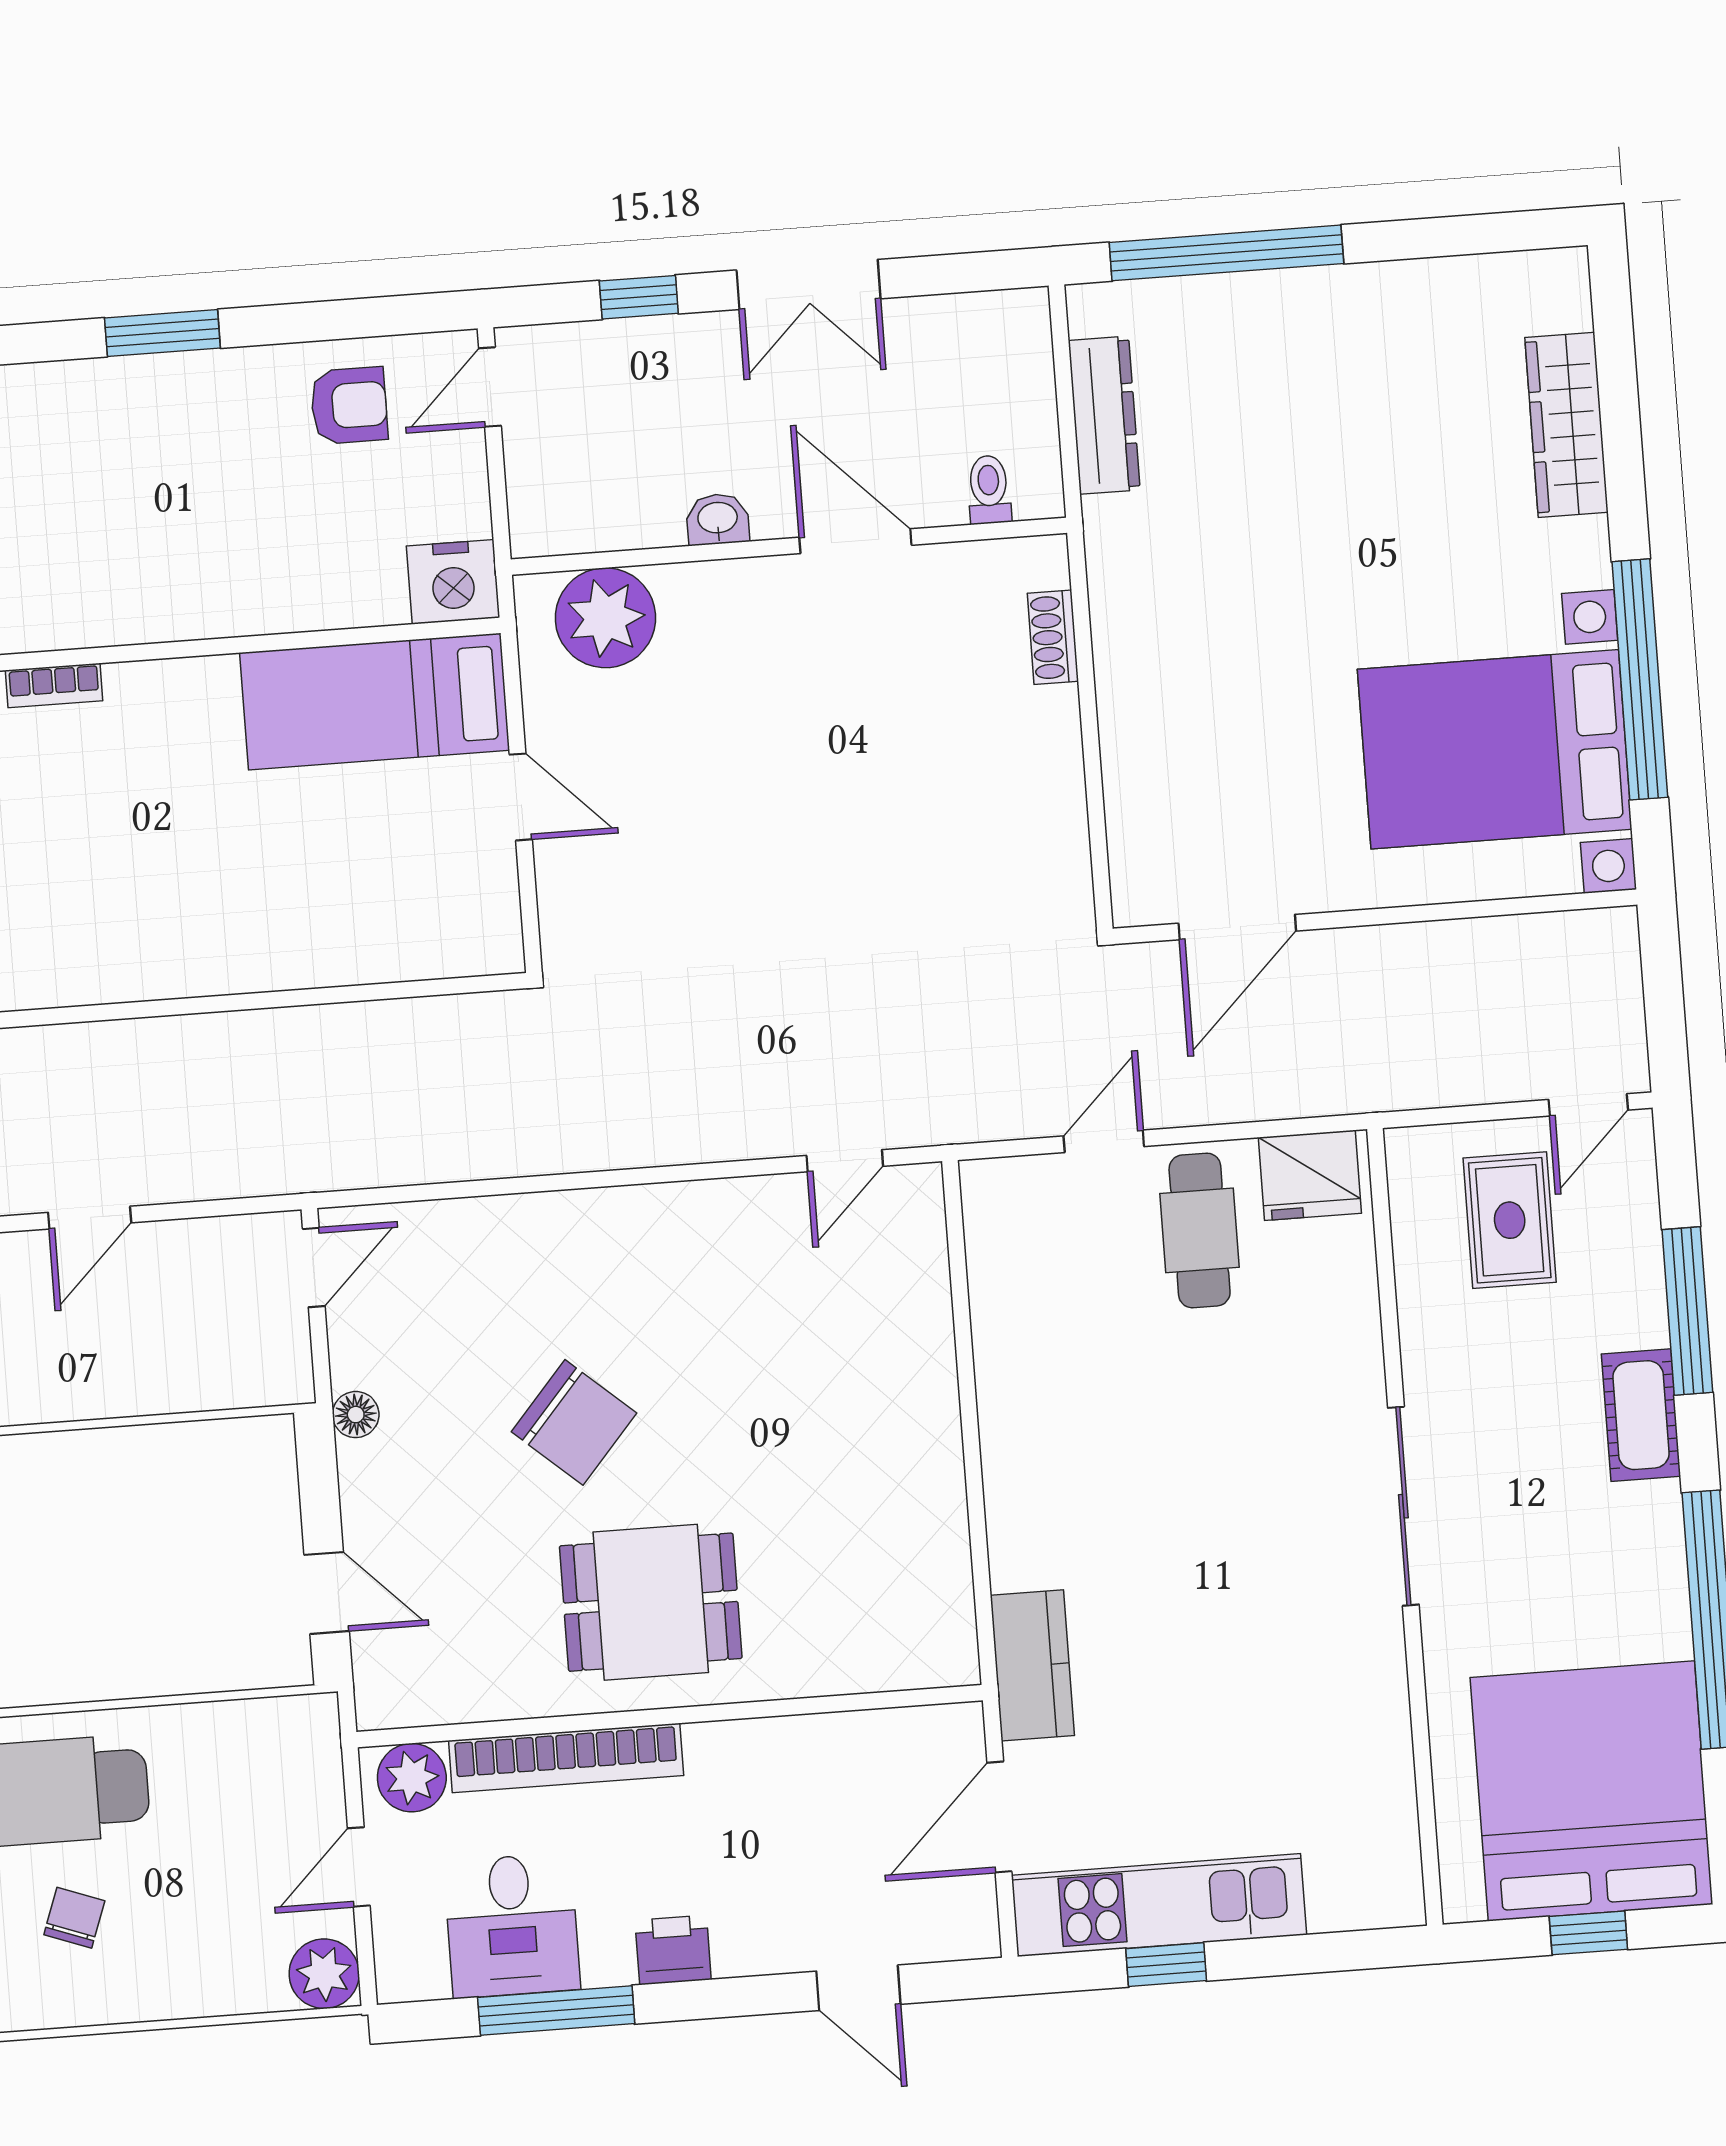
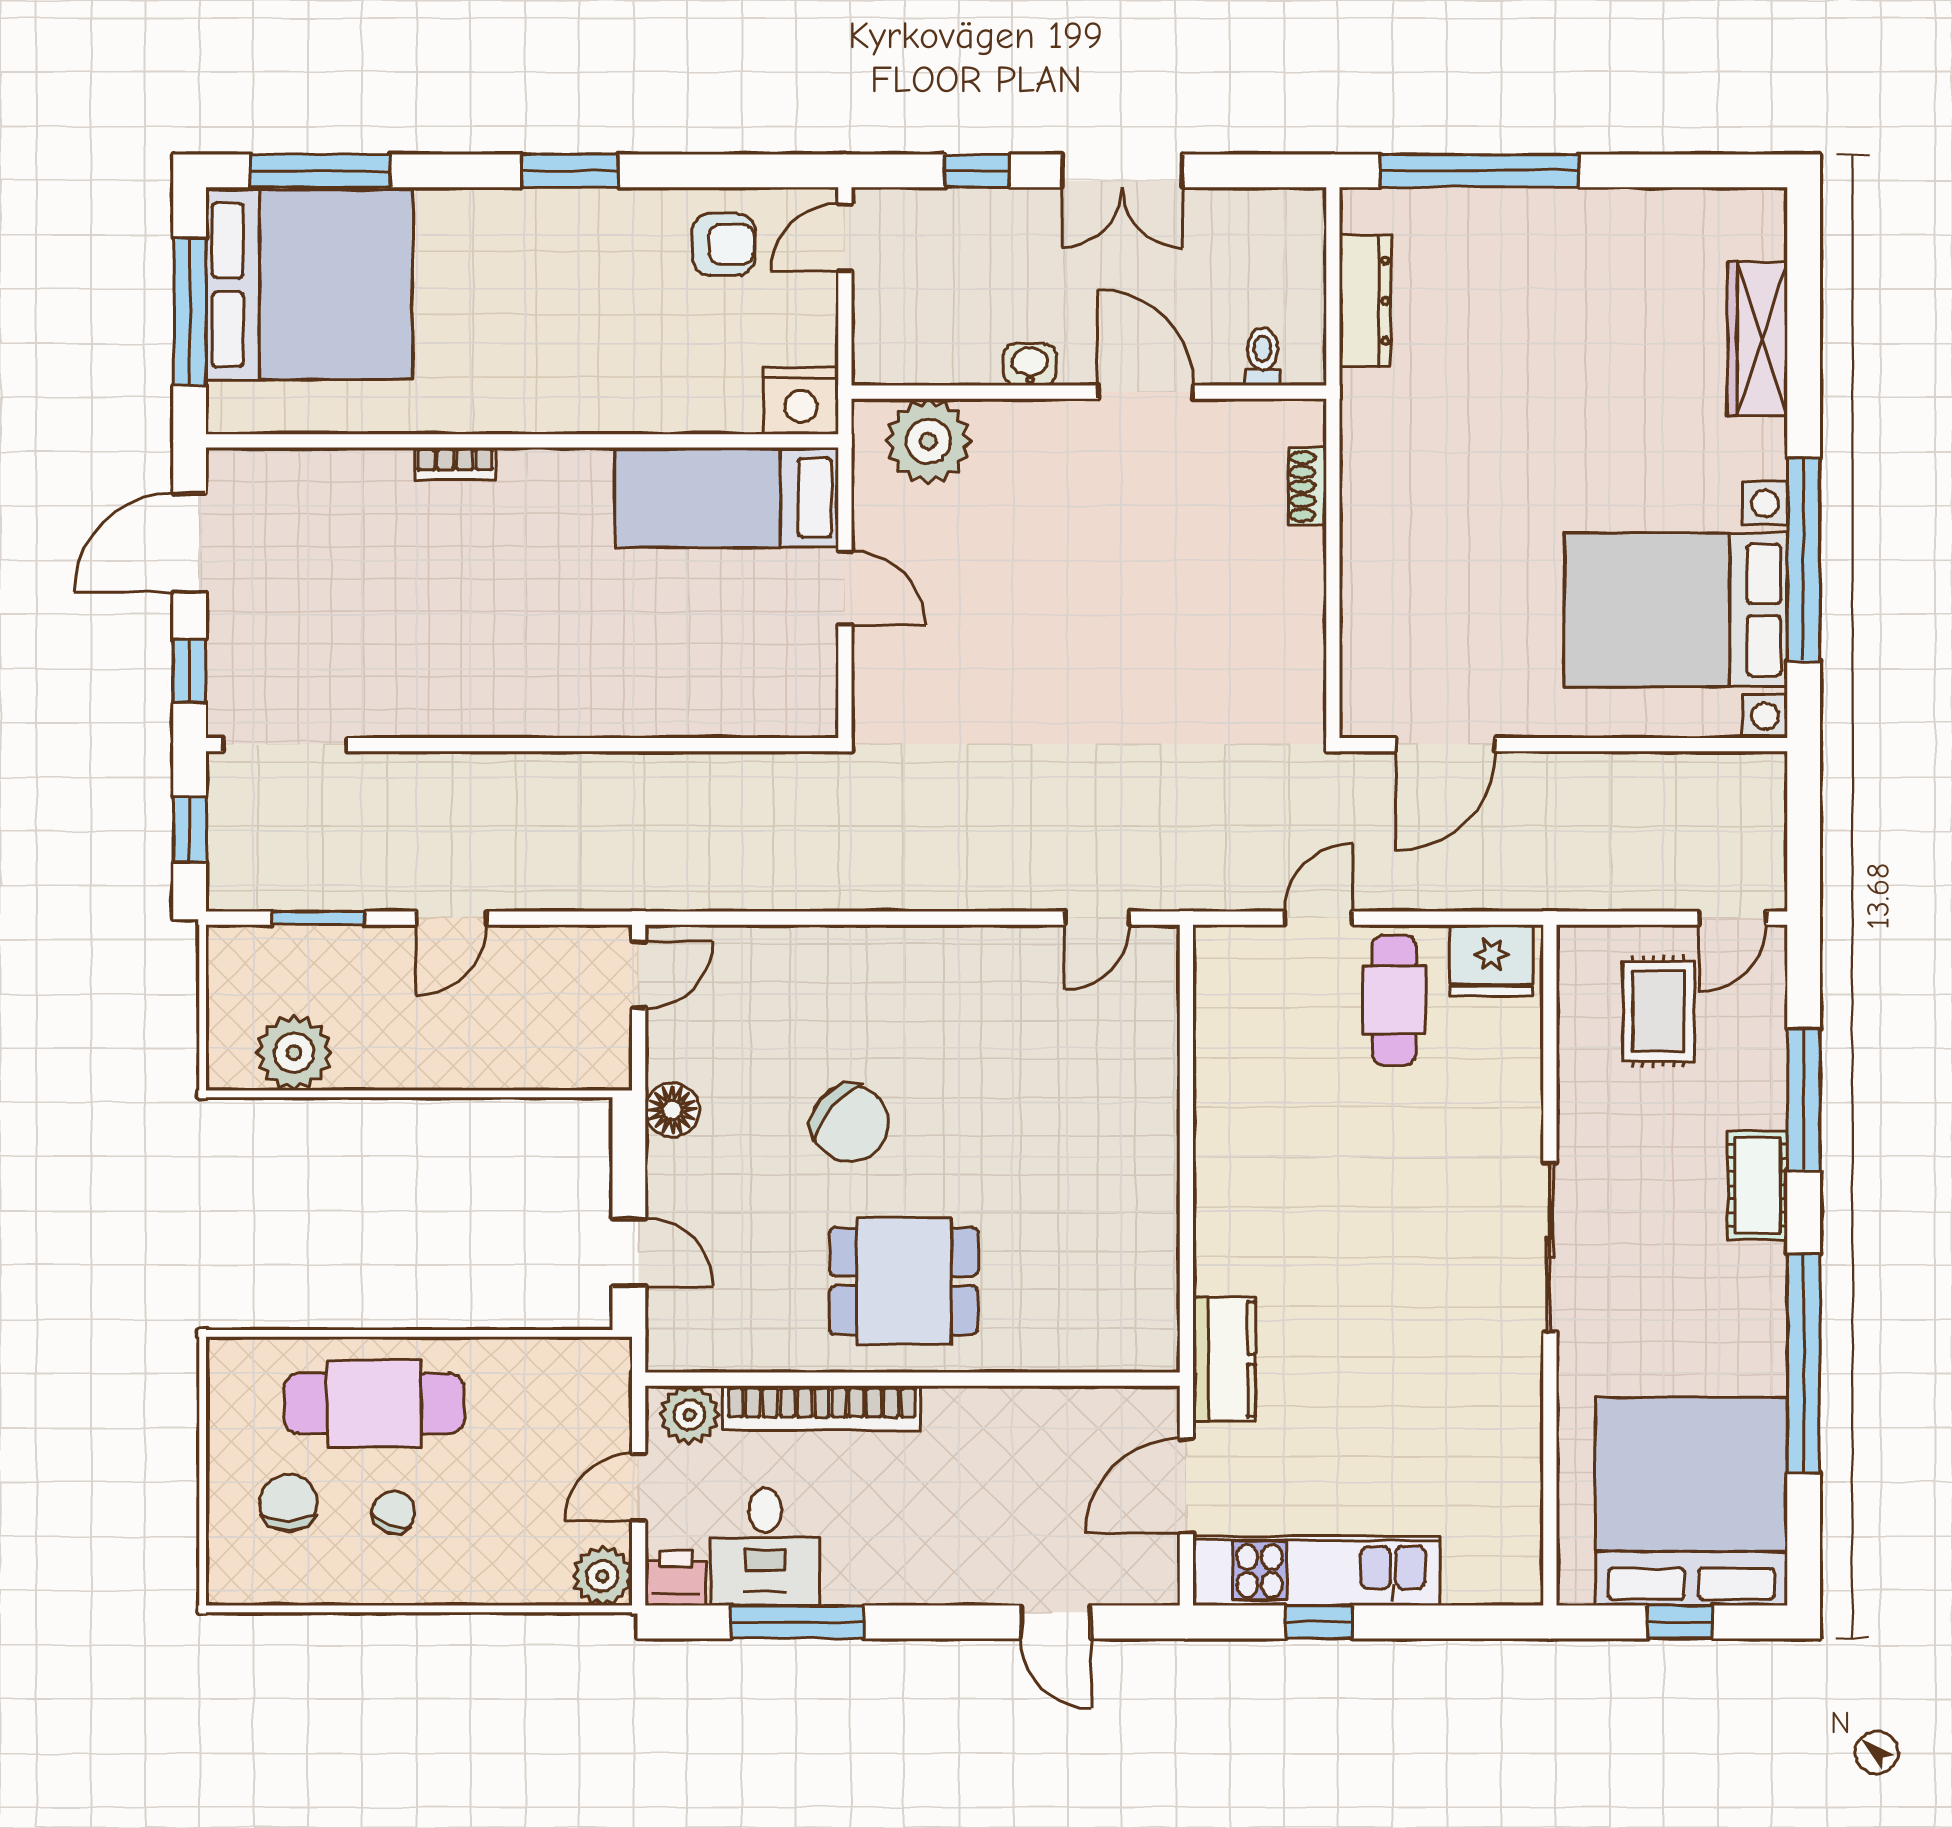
floor lamp: (356, 1415) -> (672, 1110), width x1.37, depth x1.37
printer: (673, 1950) -> (676, 1578), moved

